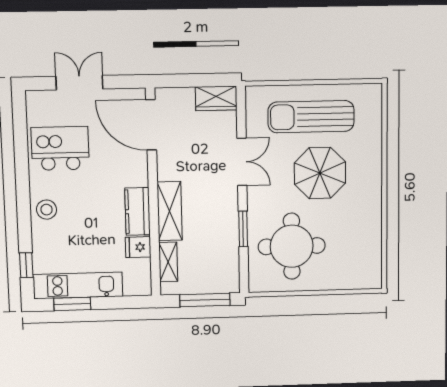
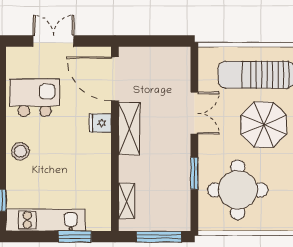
wardrobe: (216, 98) -> (173, 57), removed
kitchen counter: (138, 211) -> (101, 155), removed
shelving: (170, 211) -> (129, 128), moved
fridge: (138, 247) -> (100, 123), moved
window: (72, 304) -> (75, 237), moved

